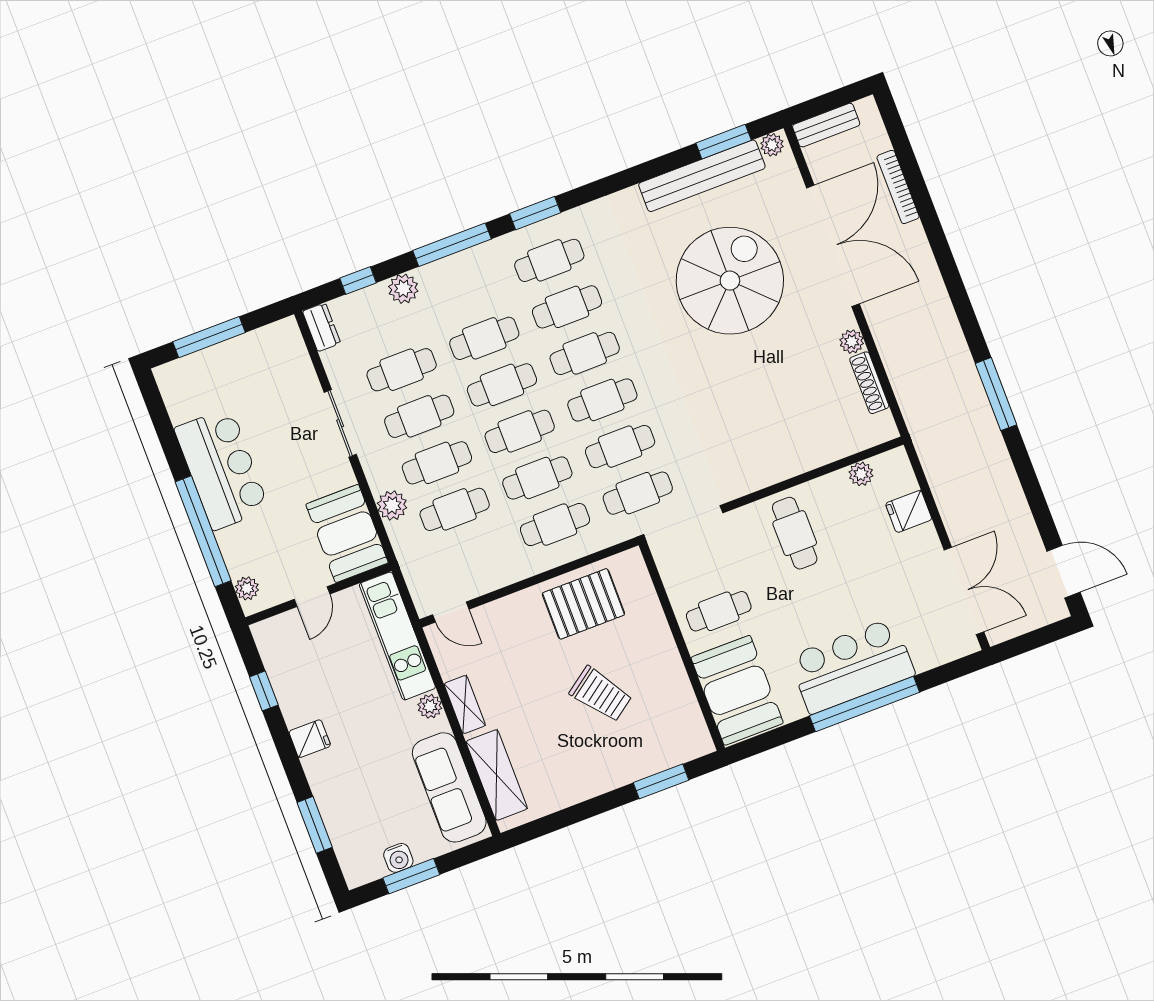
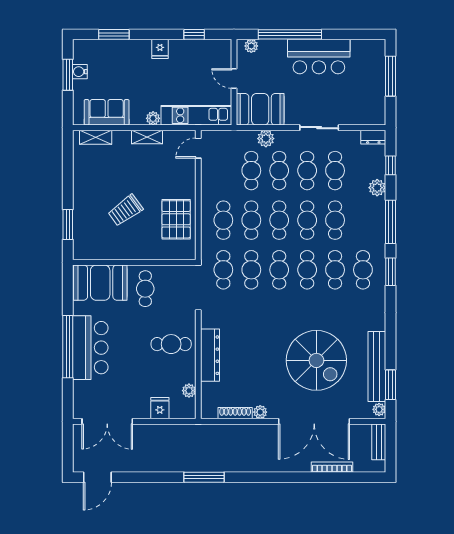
dresser: (789, 461) -> (210, 355), added
shelving: (497, 775) -> (96, 137), width x0.67, depth x0.75
sofa: (449, 787) -> (107, 112), width x0.73

